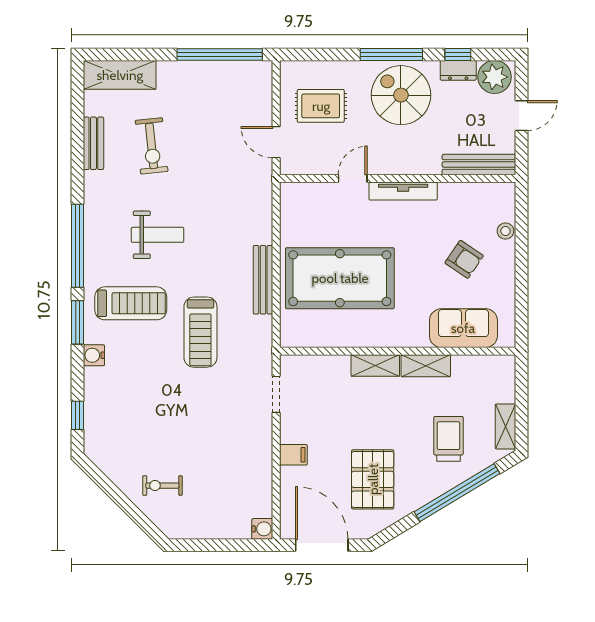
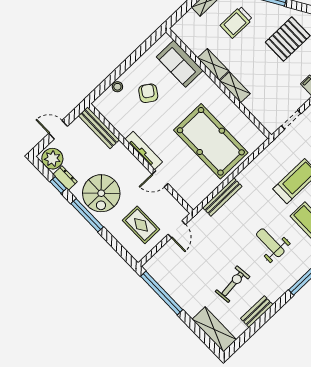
bench: (263, 280) -> (222, 197), moved

